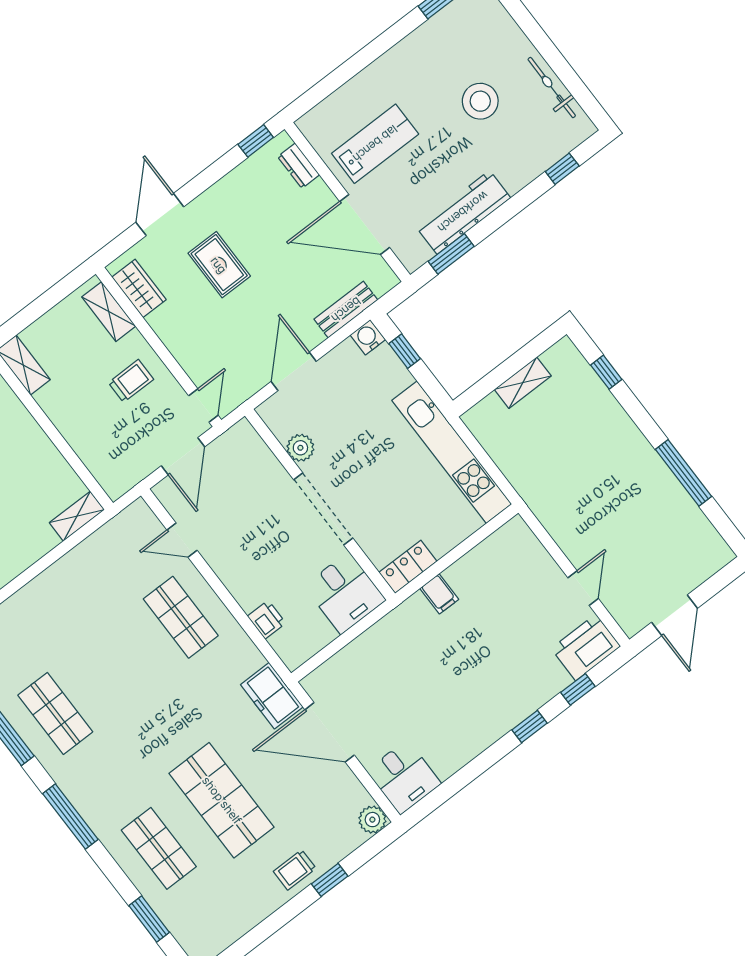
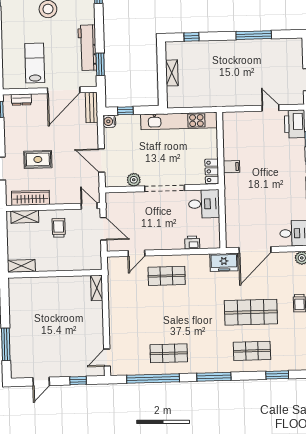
wardrobe: (139, 288) -> (30, 198), width x1.50
bench: (346, 310) -> (92, 107), moved

